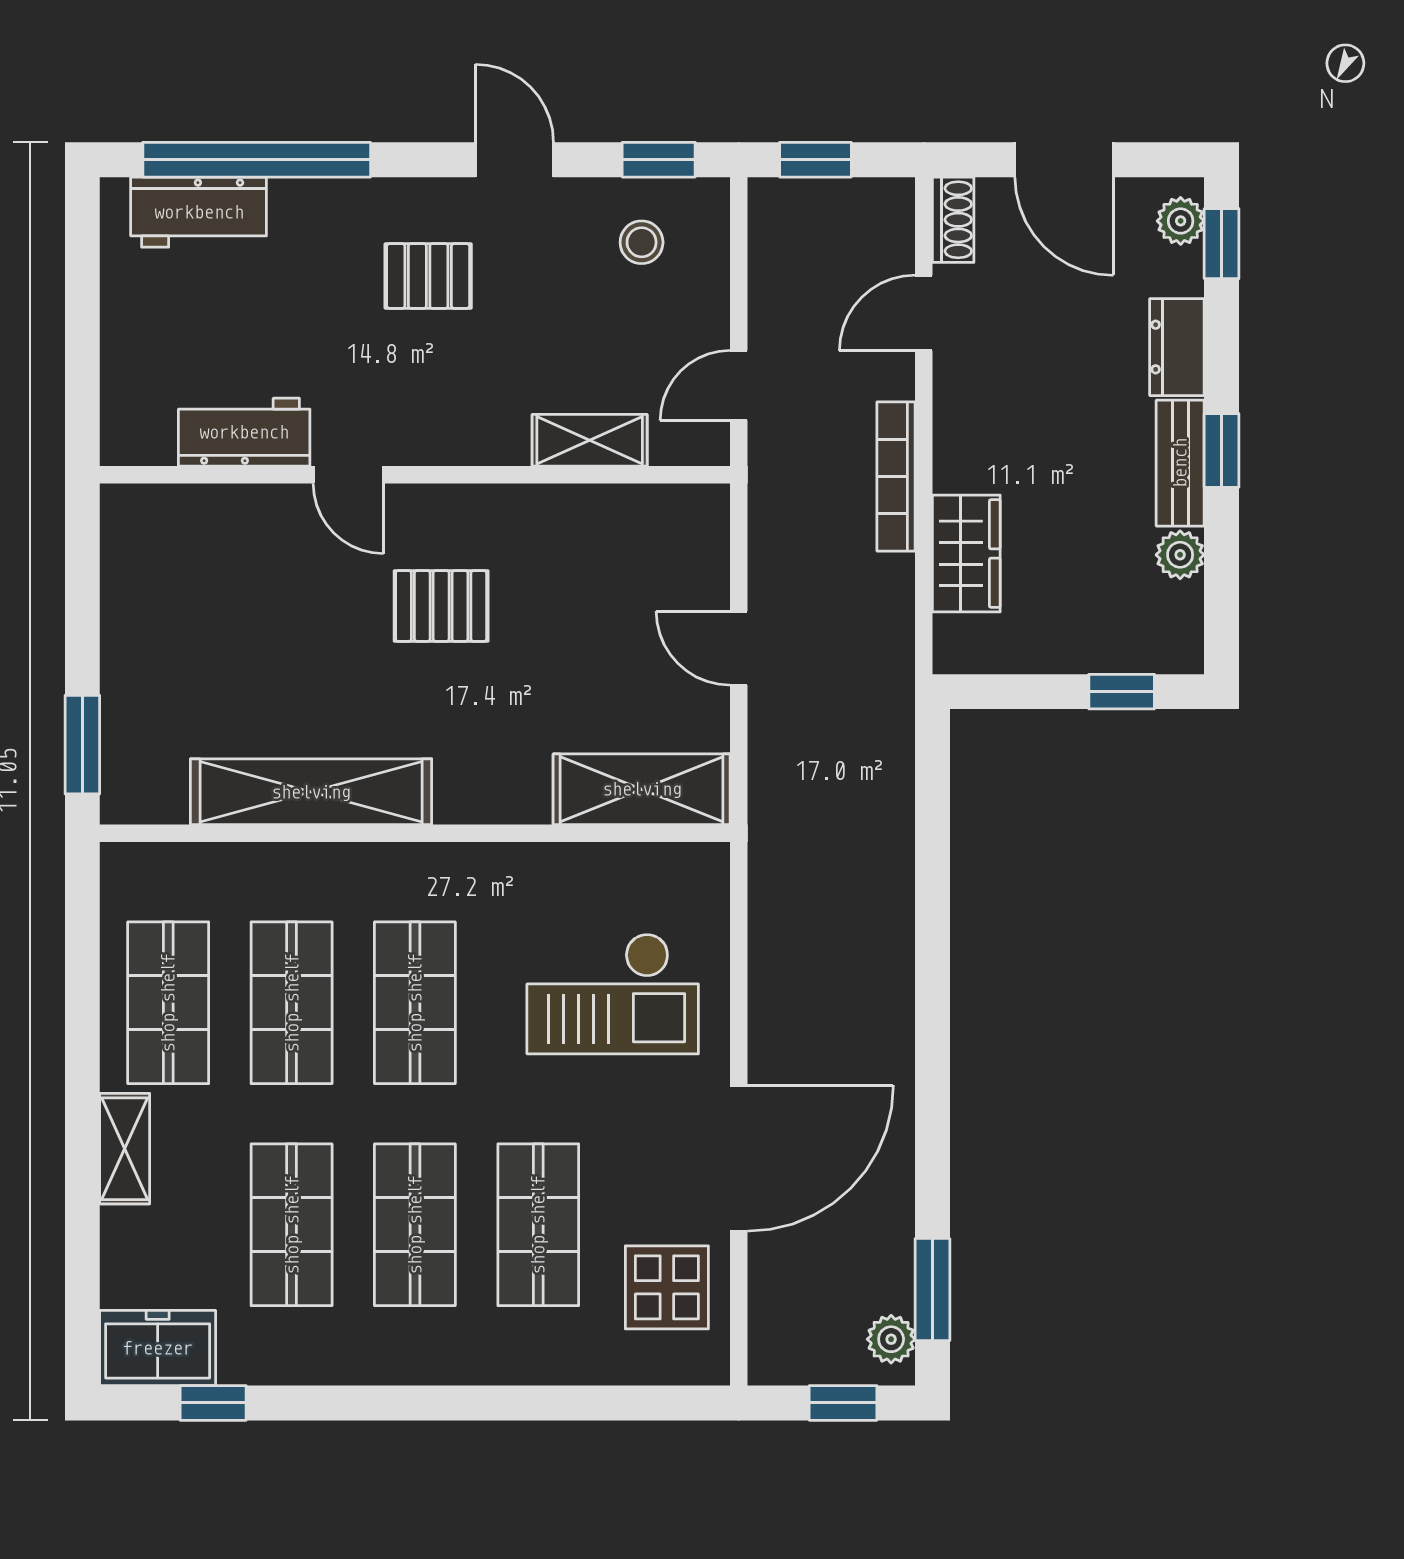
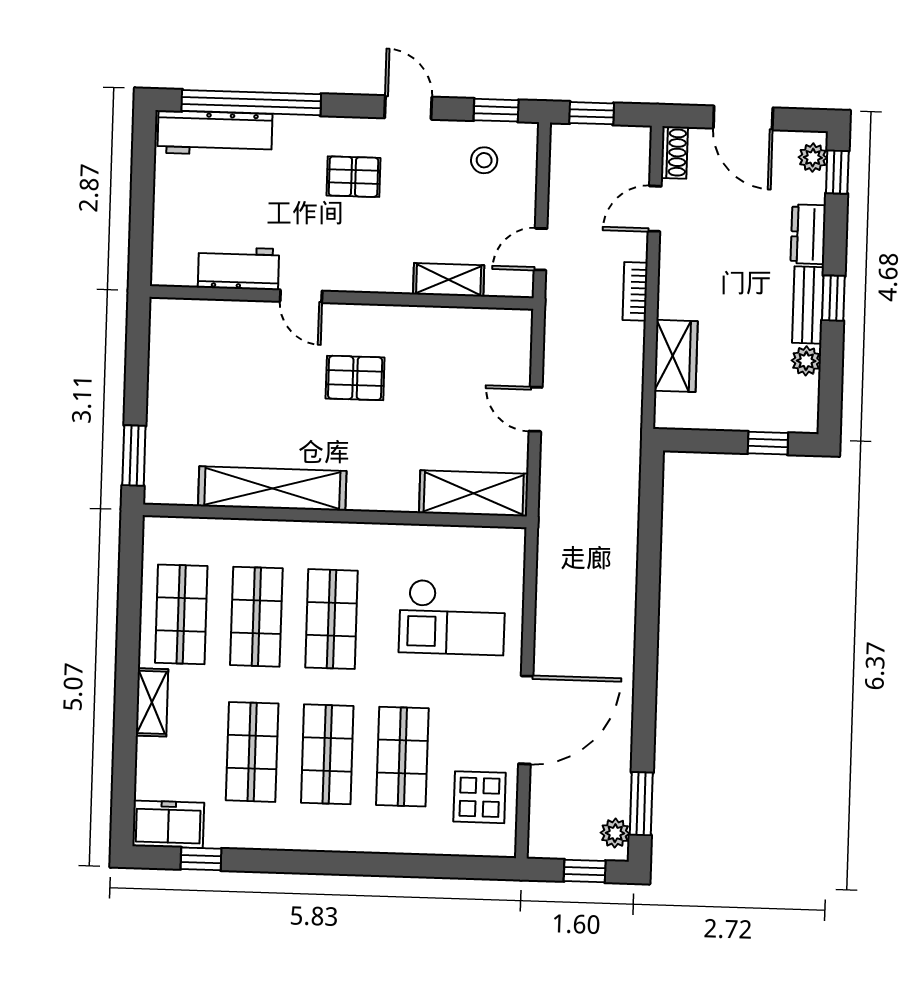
workbench: (199, 212) -> (215, 133), width x1.38
bookcase: (896, 476) -> (635, 291), width x0.64

